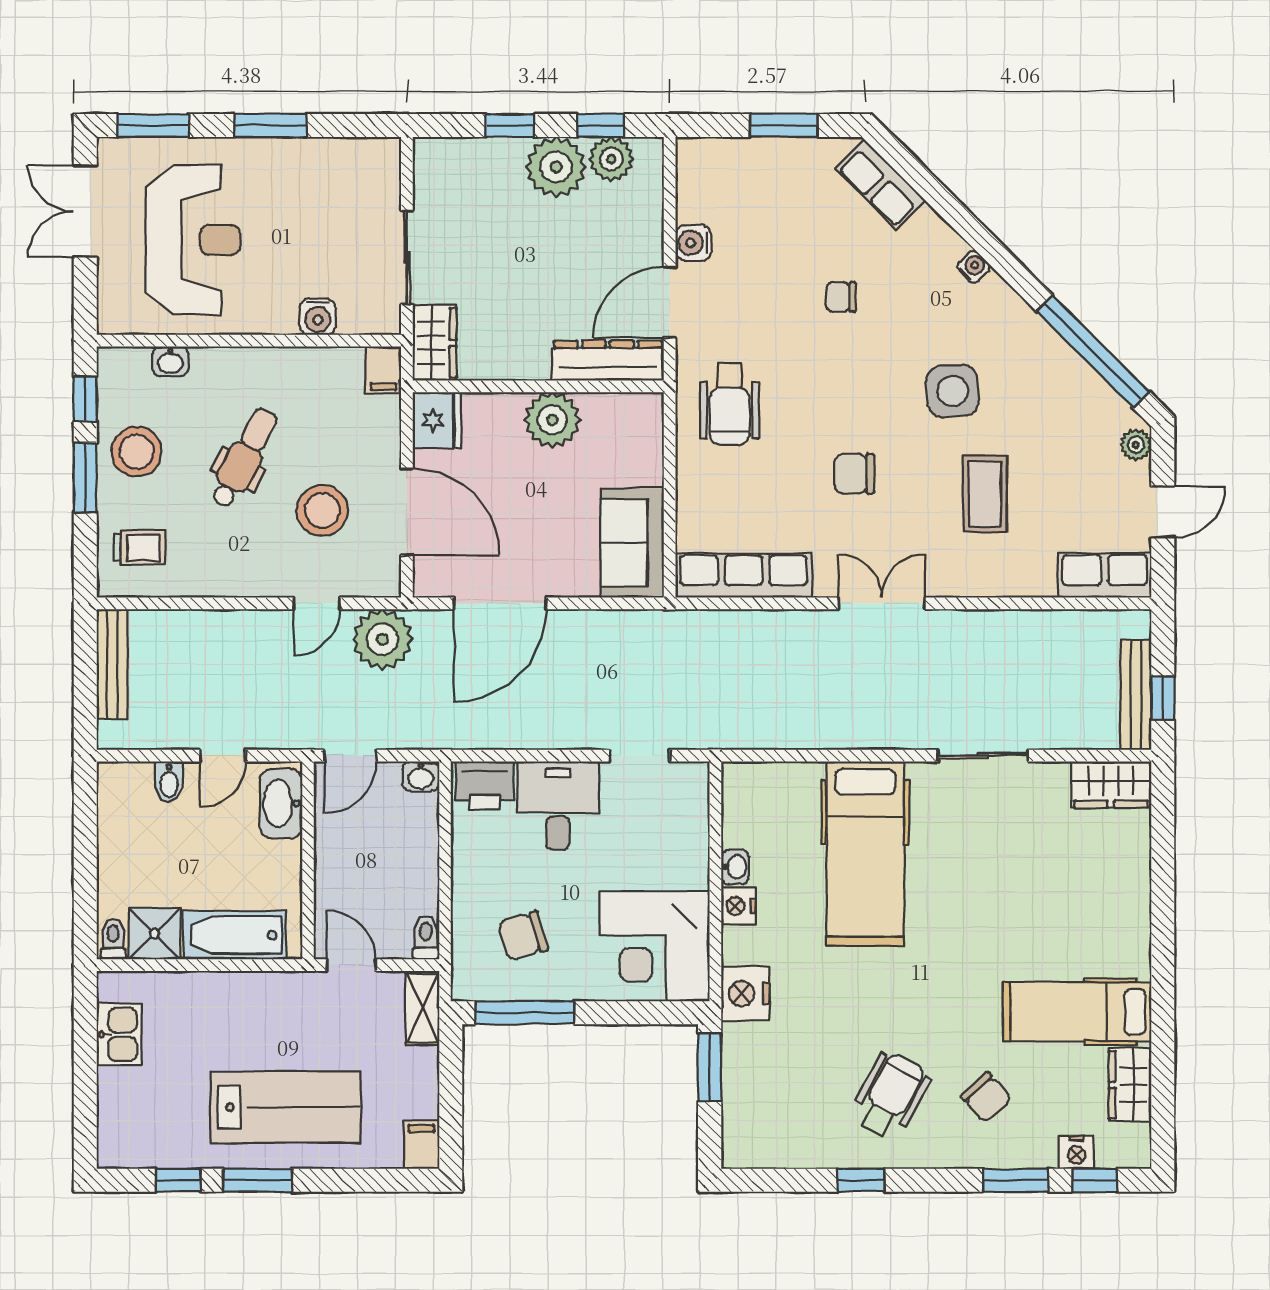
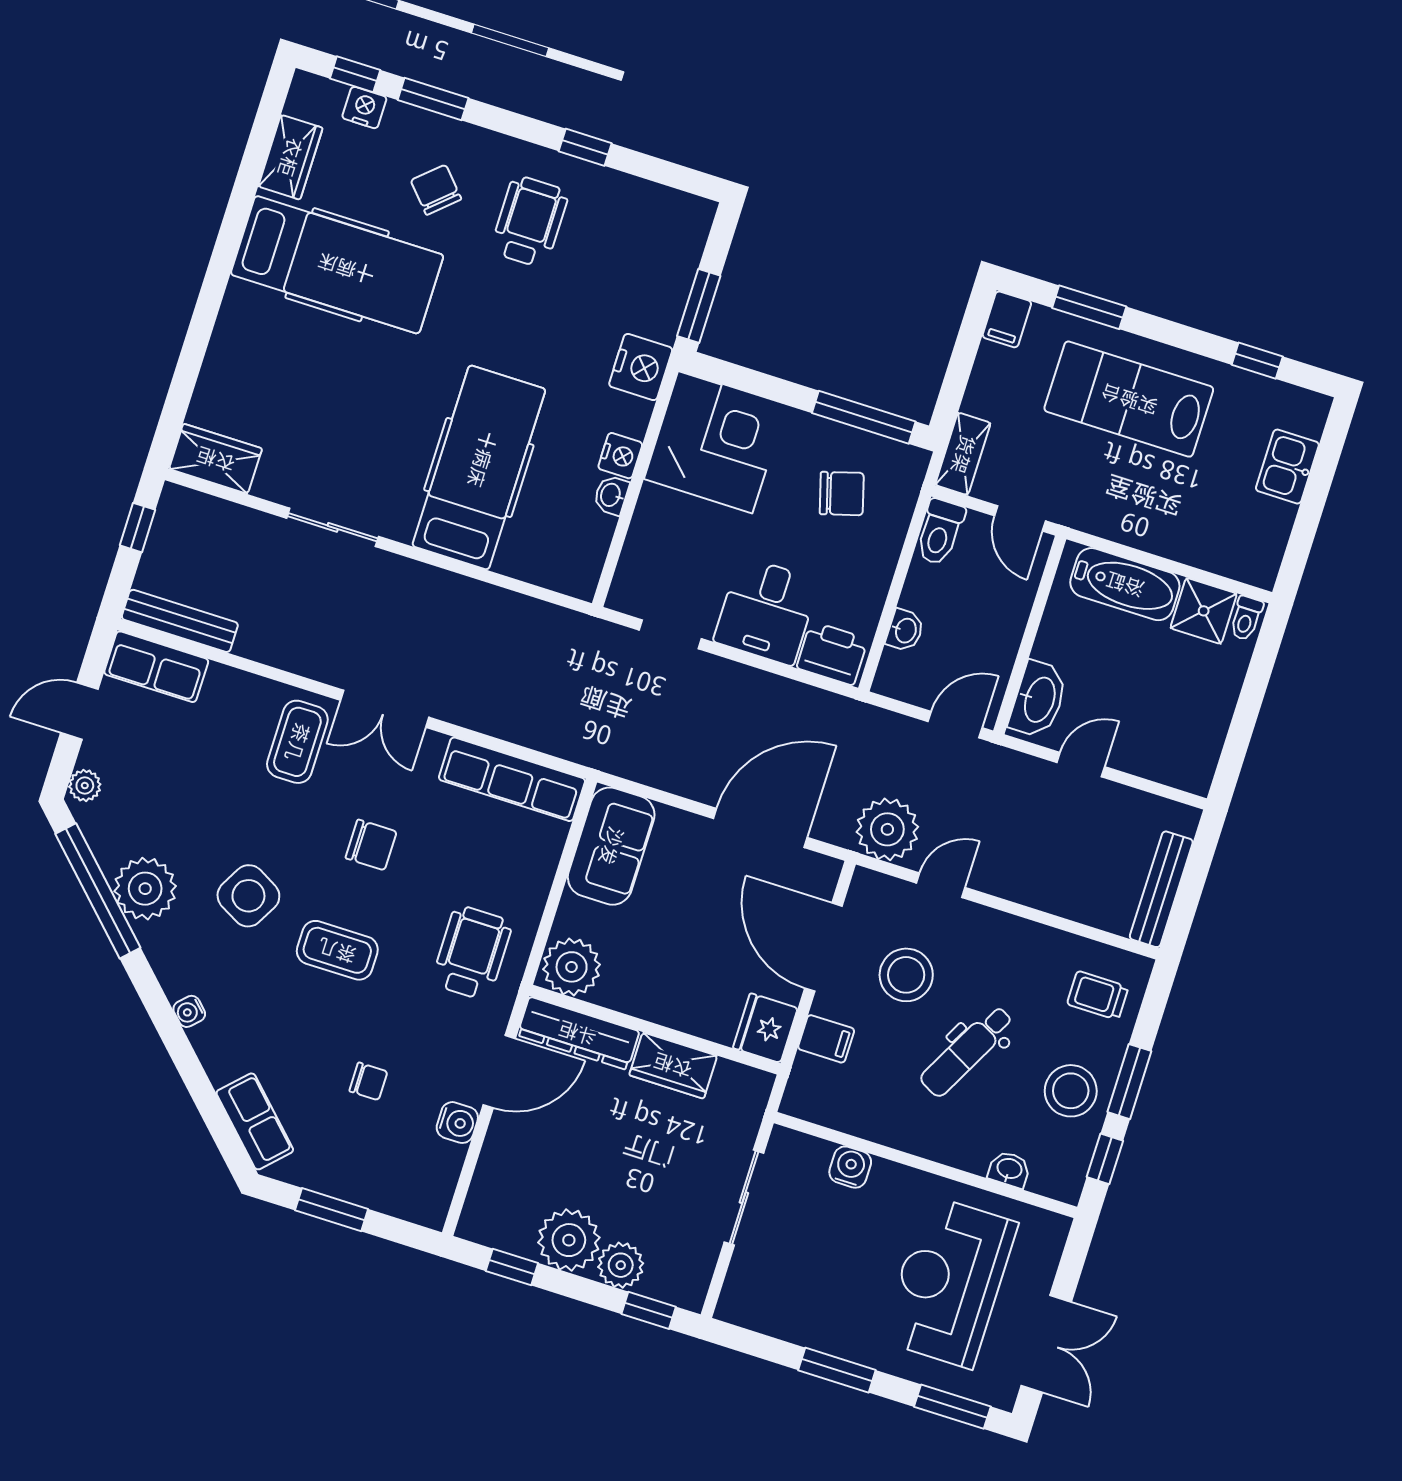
window: (510, 126) -> (649, 1310), moved
plant: (611, 159) -> (621, 1265), moved
chair: (841, 297) -> (368, 1081), moved
wardrobe: (435, 343) -> (673, 1065), moved, turned -90
coffee table: (855, 367) -> (337, 950), added
plant: (1050, 367) -> (145, 889), added
filing cabinet: (384, 370) -> (826, 1039), moved, turned 90
side table: (953, 391) -> (248, 896), turned 33
plant: (552, 420) -> (572, 967), moved
coffee table: (985, 494) -> (297, 742), moved
bench: (1136, 695) -> (180, 621), moved, turned 90
washbasin: (421, 776) -> (905, 630), moved, turned 90
bidet: (169, 782) -> (1142, 756), removed
toilet: (426, 938) -> (940, 532), width x1.37, depth x1.39
hospital bed: (1077, 1012) -> (337, 265), width x1.37, depth x1.29
kitchen sink: (119, 1035) -> (1287, 467), moved
wheelchair: (891, 1096) -> (530, 222), turned 152
window: (257, 1180) -> (1089, 307), moved

